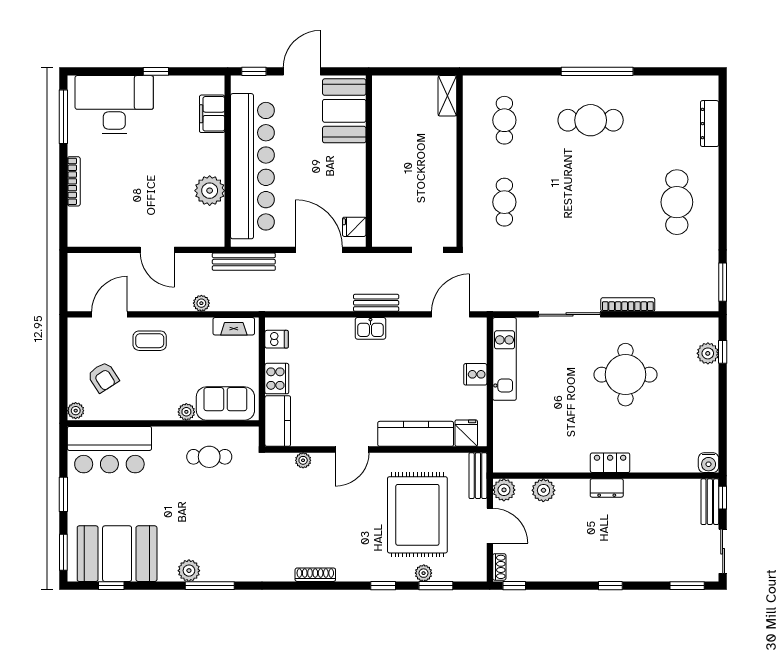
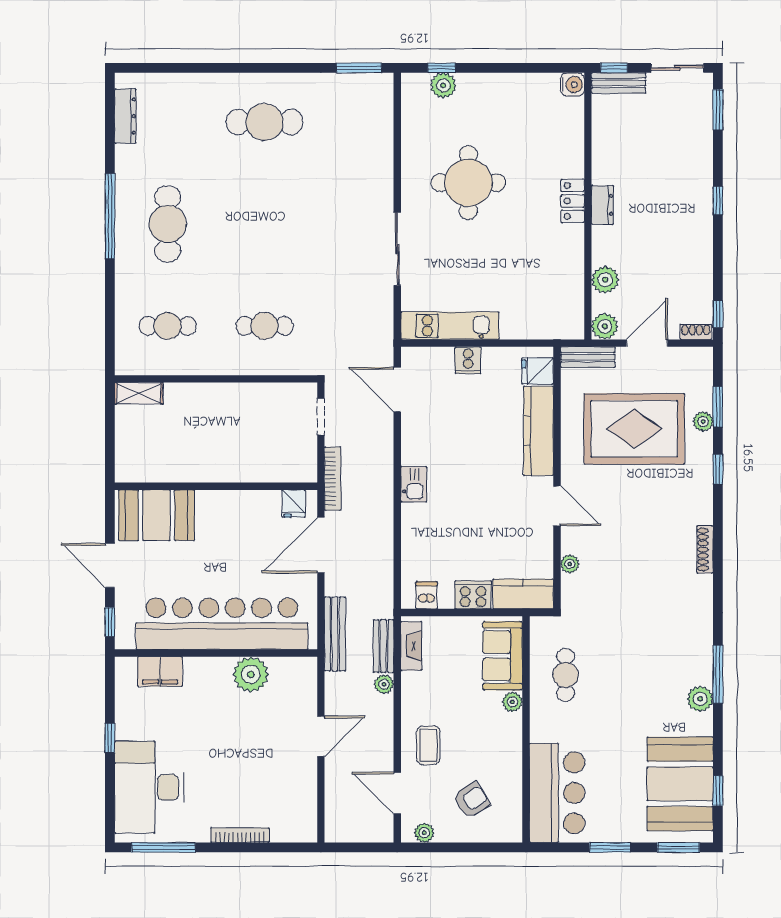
dresser: (710, 124) -> (125, 116), moved, turned -90
bench: (376, 303) -> (383, 646), moved
bookcase: (628, 304) -> (333, 479), moved, turned 180
plant: (76, 411) -> (424, 833), moved

